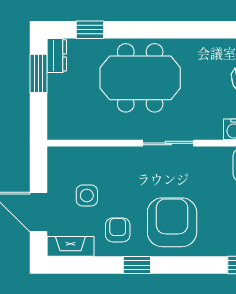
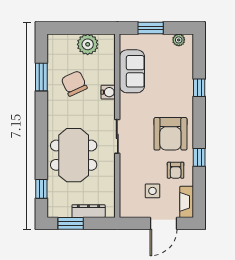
dresser: (57, 55) -> (89, 211), moved, width x1.44
armchair: (172, 222) -> (170, 134), turned -90
armchair: (118, 230) -> (176, 170), turned -90

